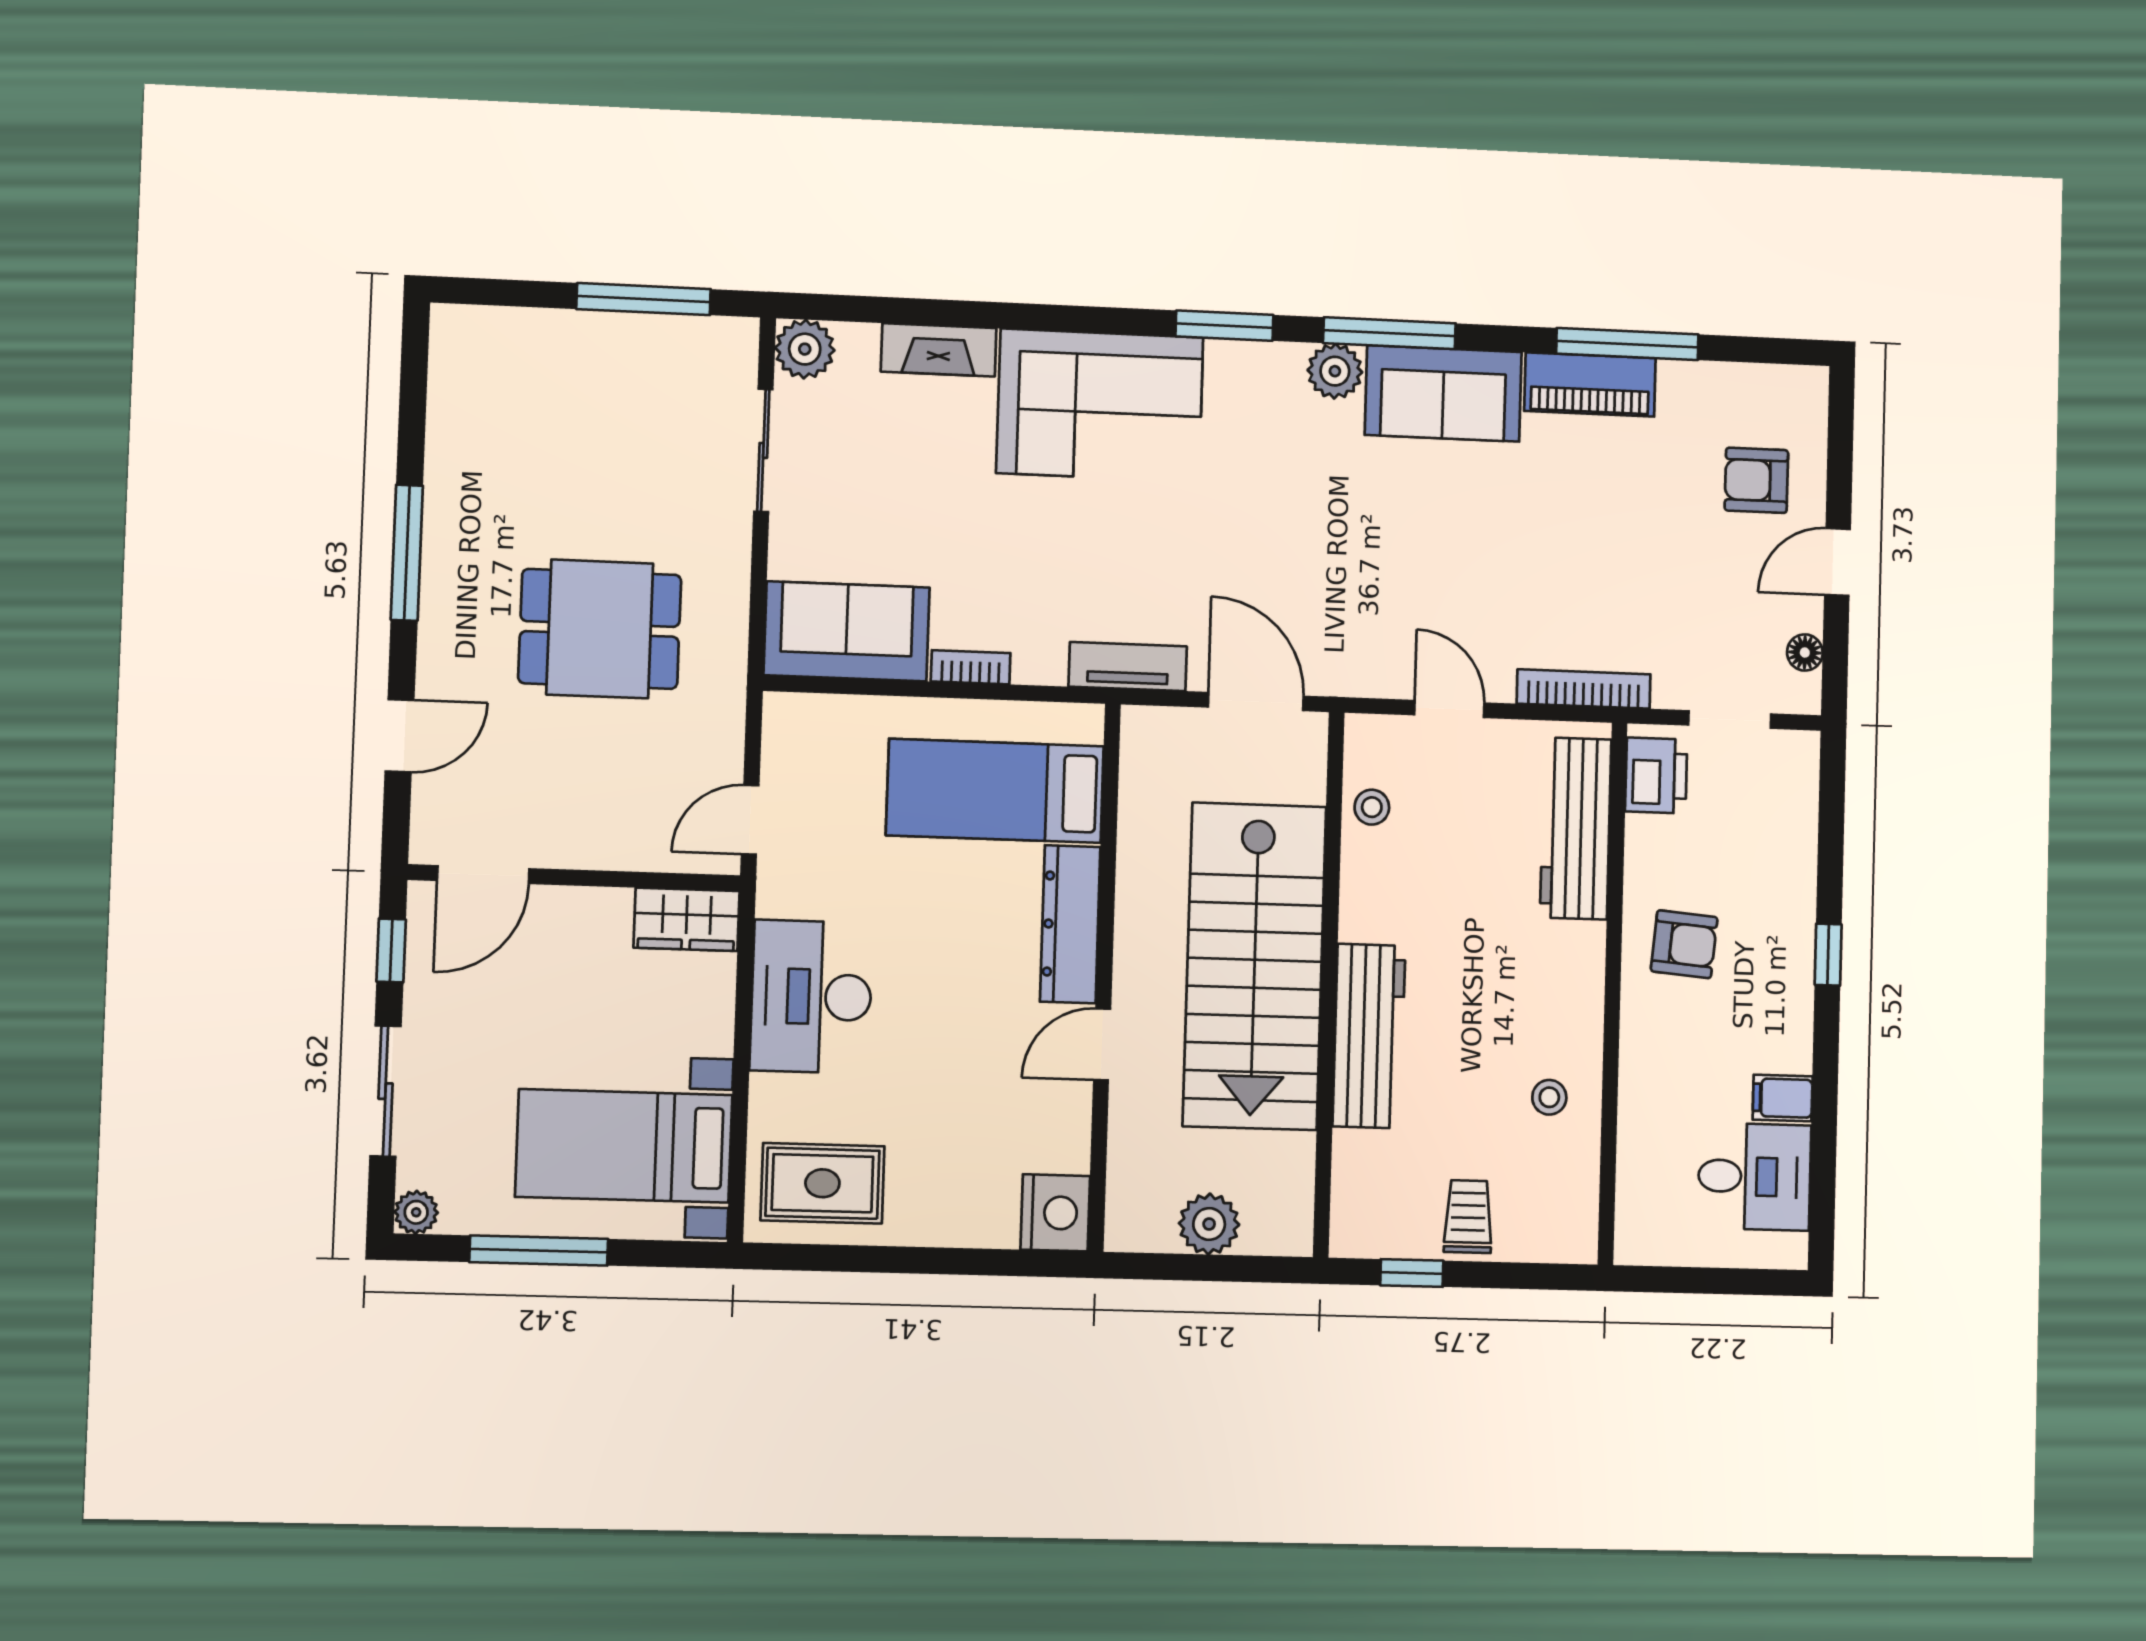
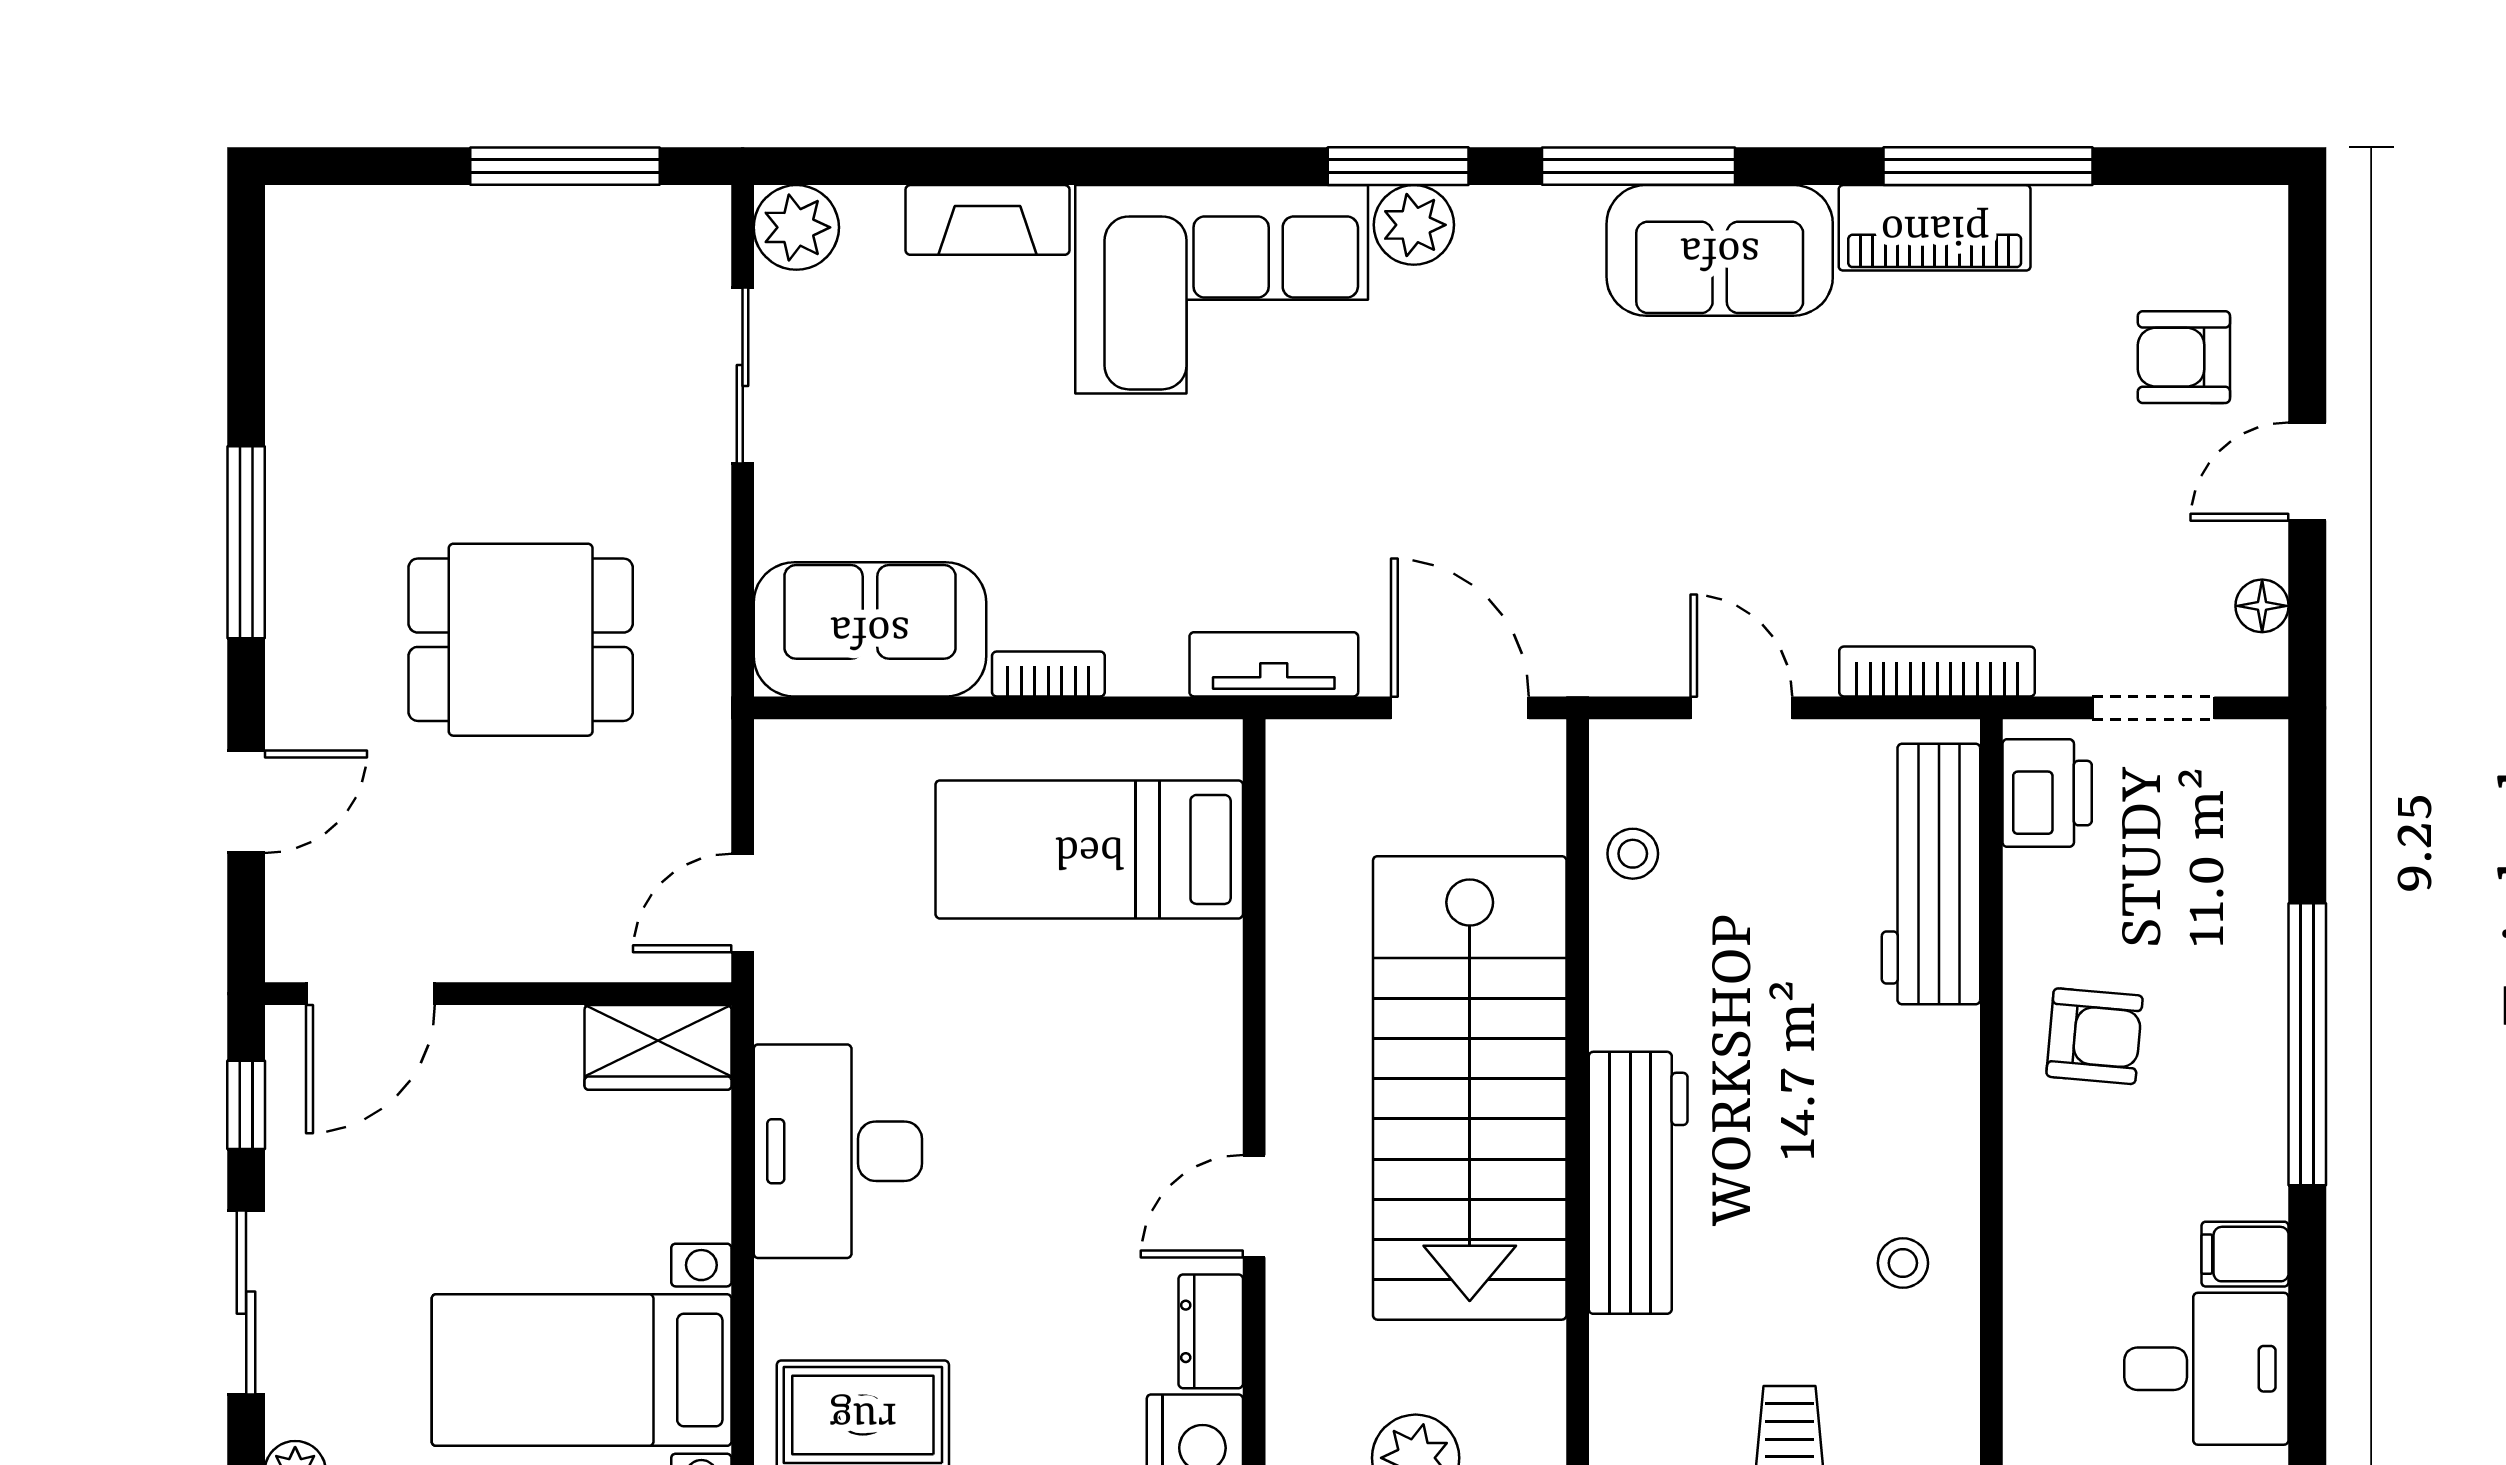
plant: (1335, 371) -> (1414, 225), moved
dresser: (1070, 924) -> (1211, 1331), moved, width x0.51, depth x0.80
window: (1828, 955) -> (2307, 1044), width x3.17

